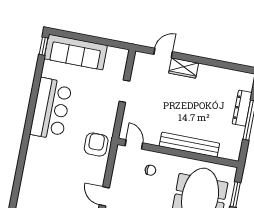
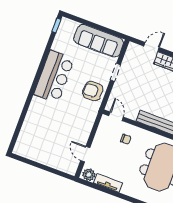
sofa: (76, 52) -> (99, 41), moved
armchair: (96, 144) -> (93, 91), moved, turned -90

